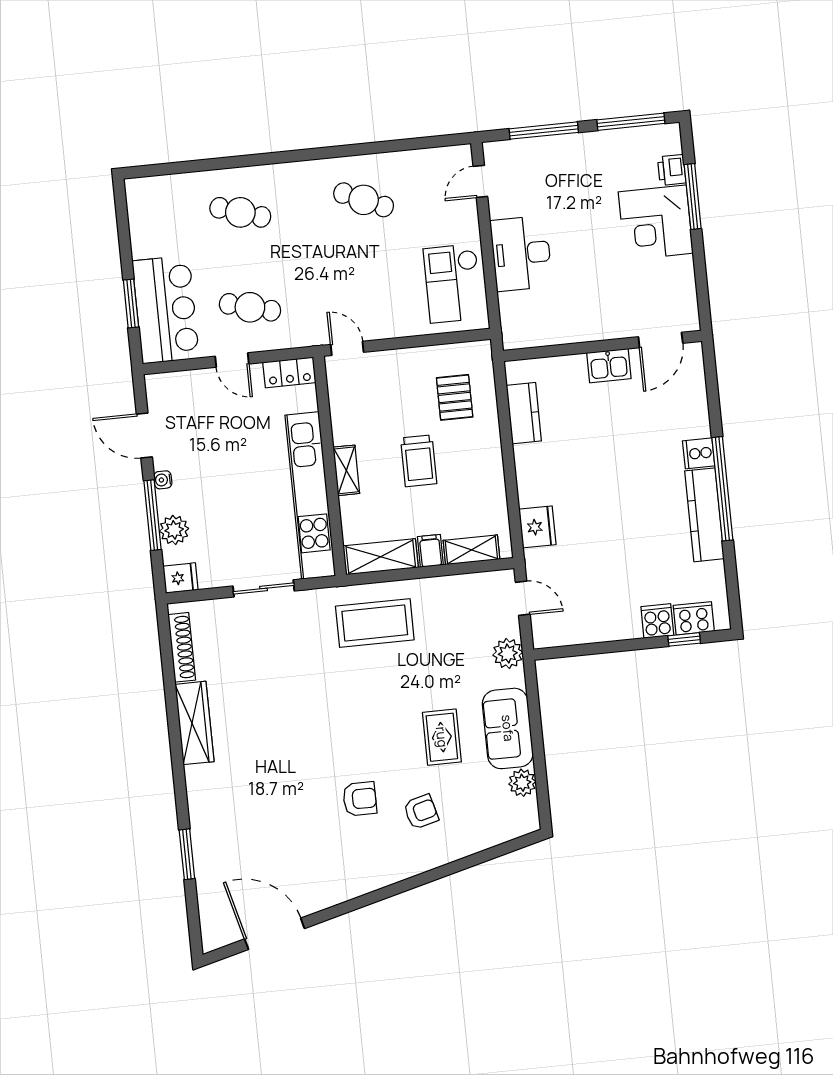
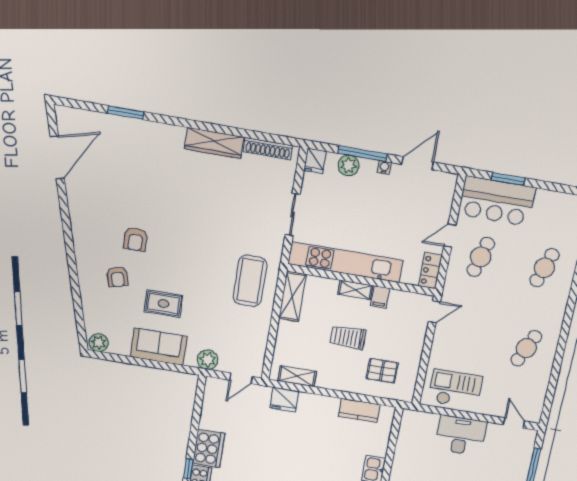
shelving: (471, 550) -> (297, 376), moved, turned 90
filing cabinet: (430, 551) -> (380, 297), moved, turned 90
cooker: (657, 621) -> (209, 449), width x1.87, depth x1.31
plant: (522, 783) -> (99, 343), moved

